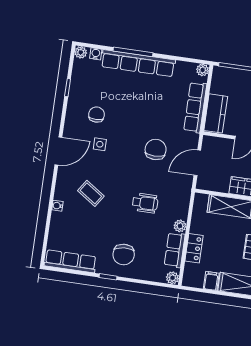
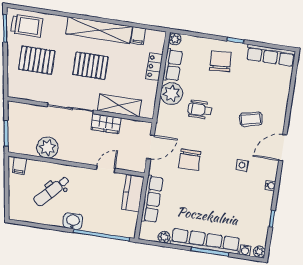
plant: (203, 70) -> (164, 237), moved
chair: (97, 115) -> (245, 193), removed
door: (58, 151) -> (283, 148), moved
coffee table: (91, 193) -> (251, 119), turned -47
water cooler: (57, 206) -> (270, 186), moved
plant: (180, 226) -> (172, 94), width x1.87, depth x1.87

